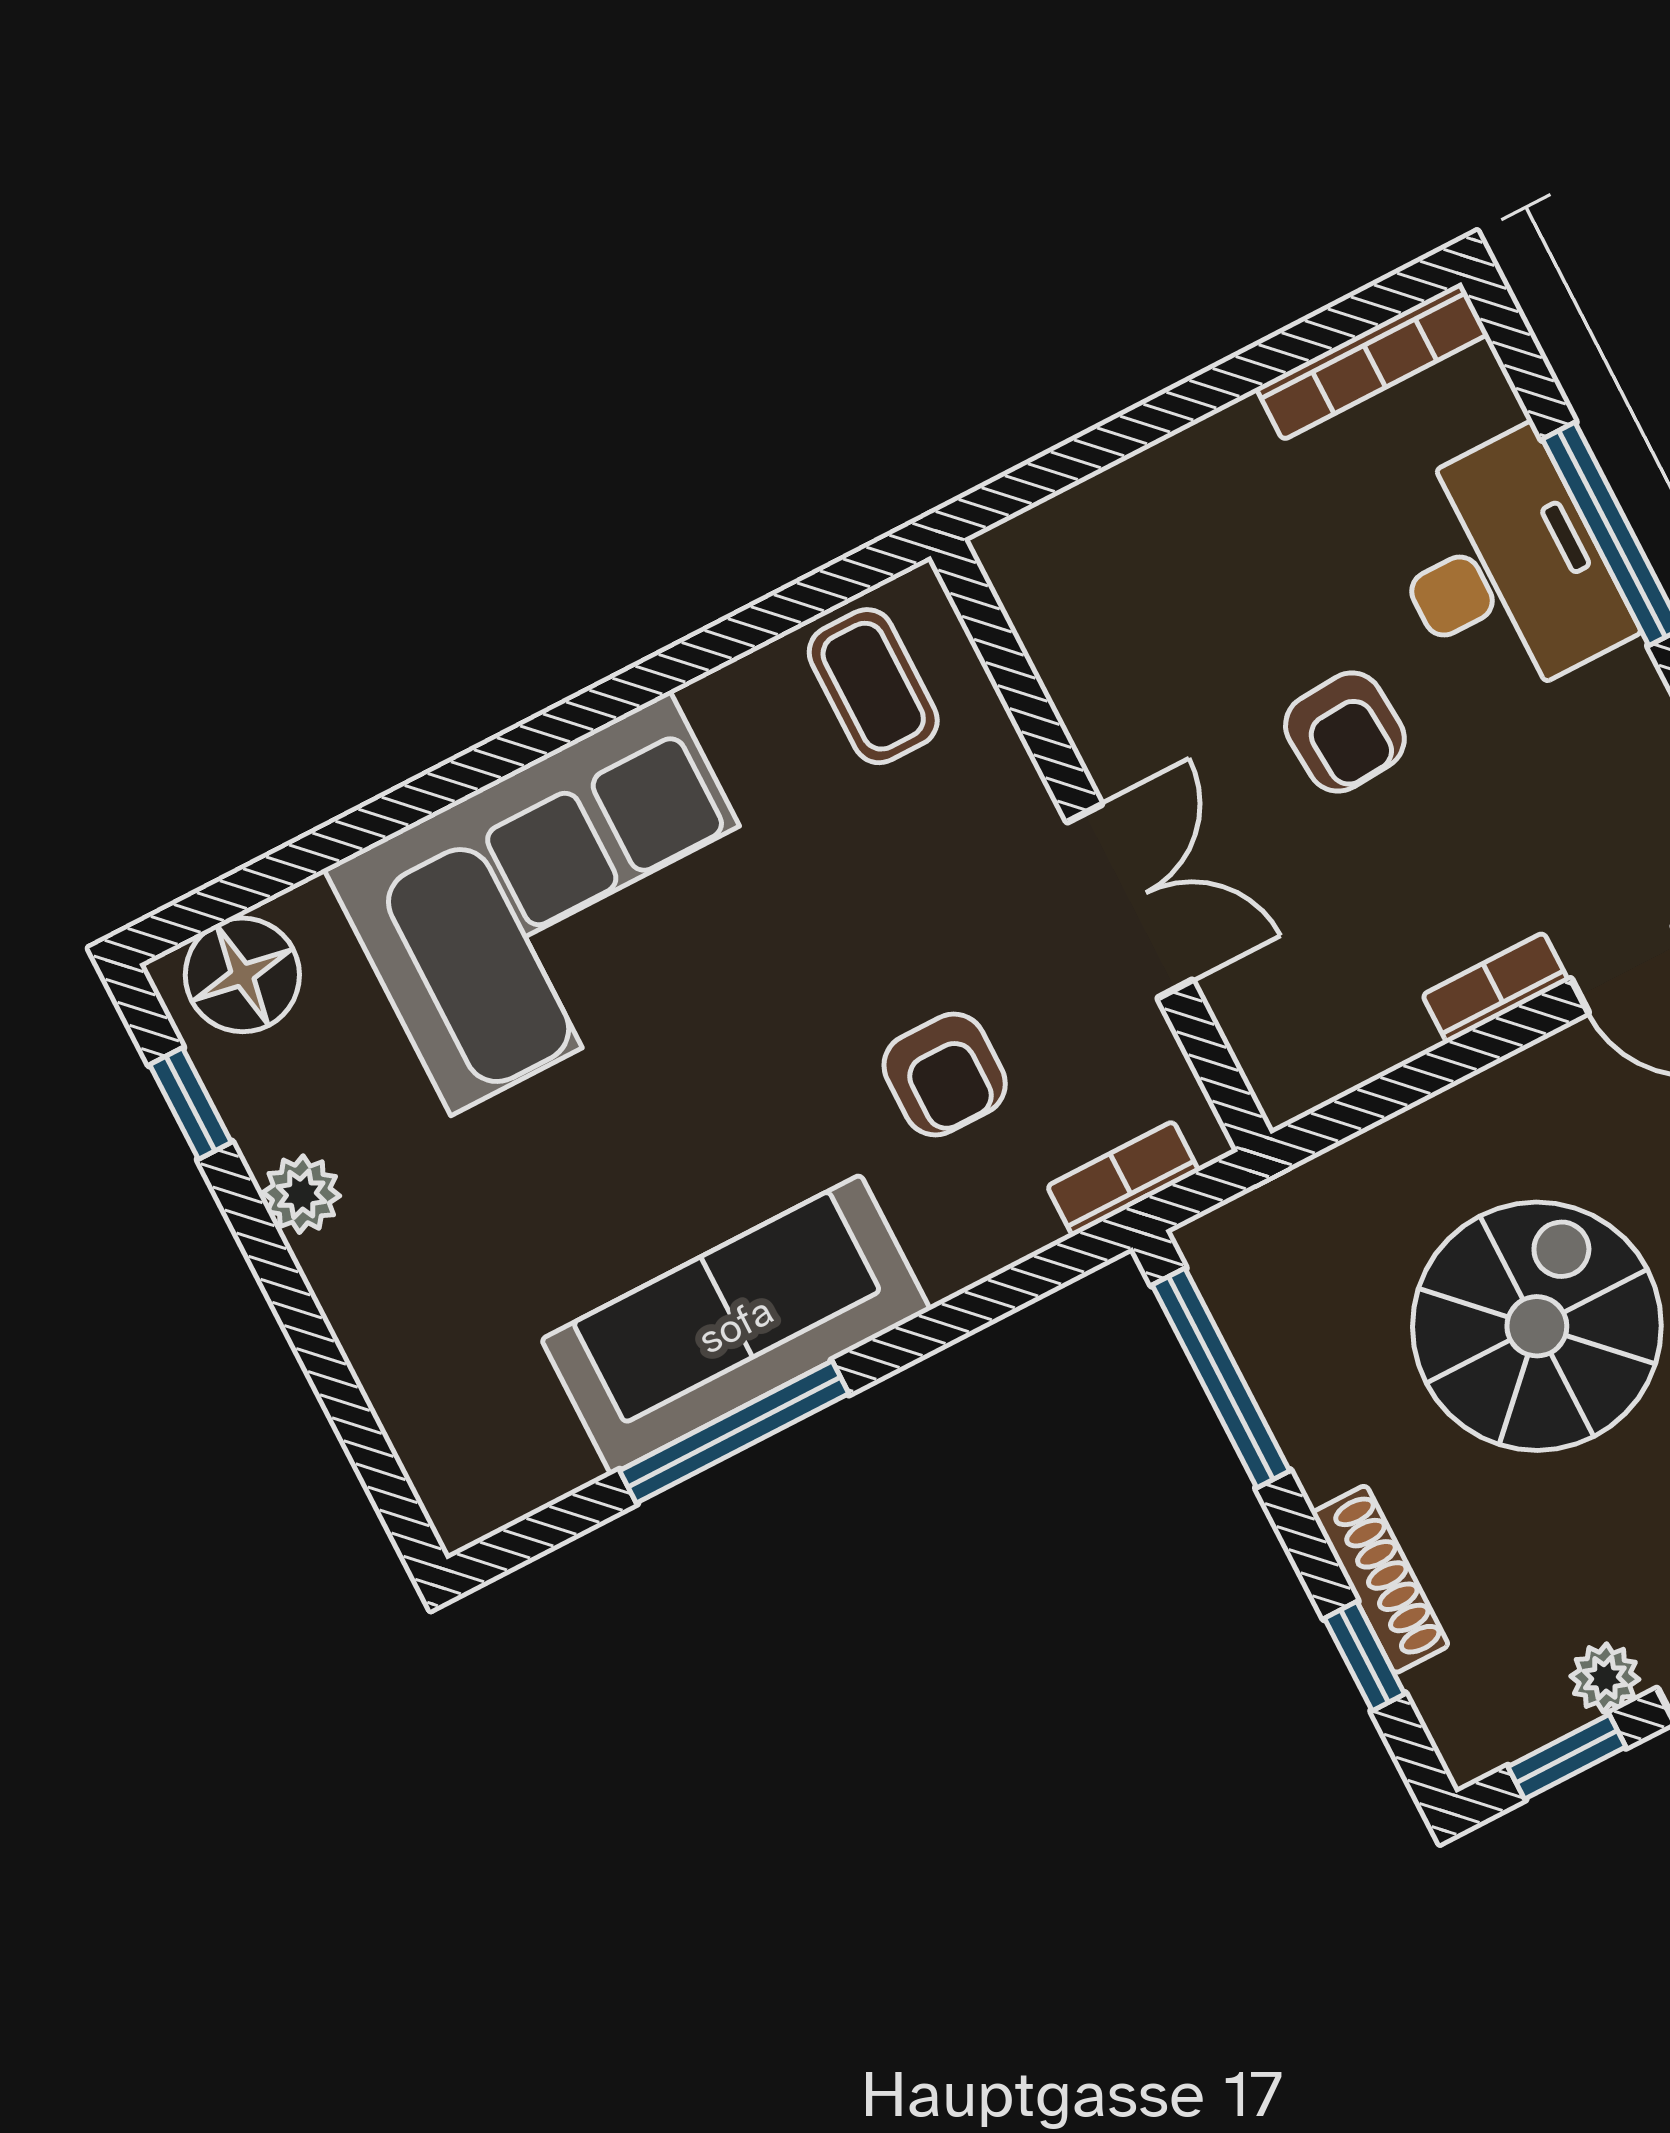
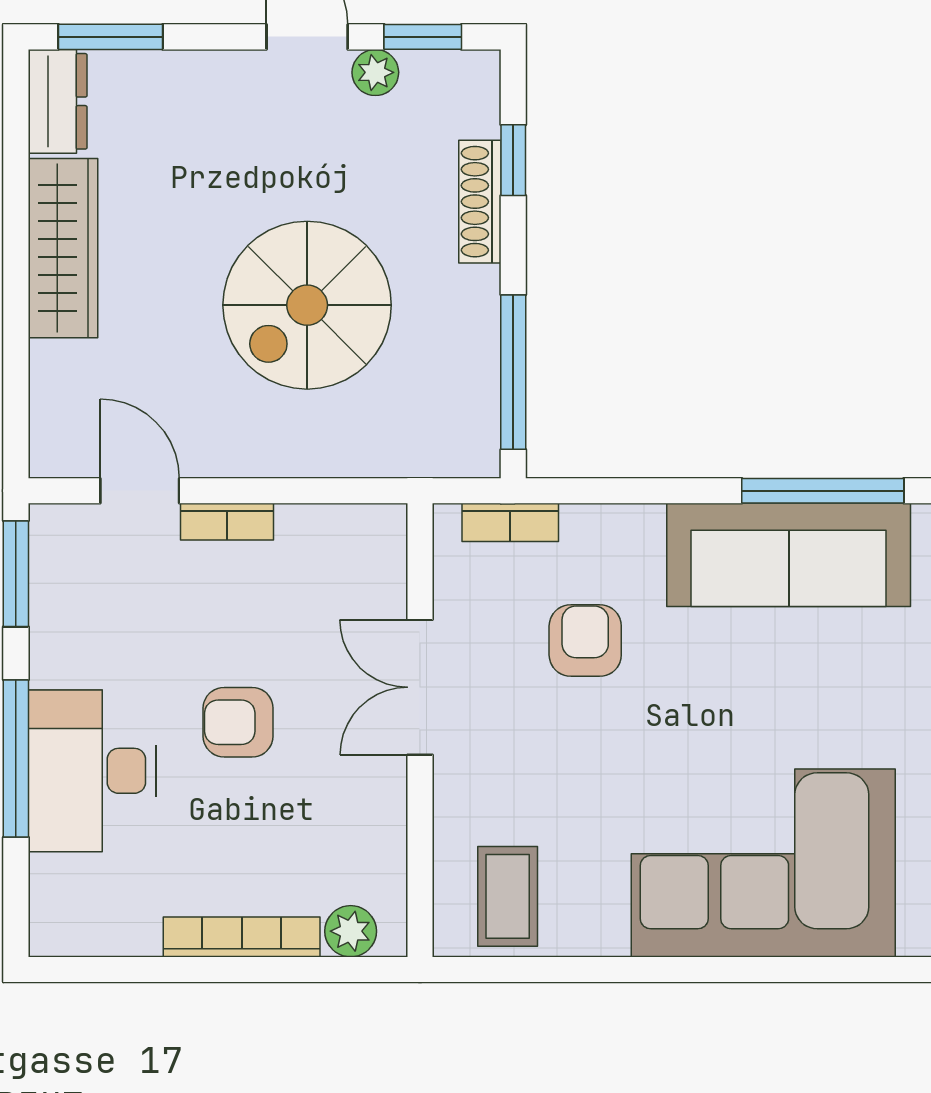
bookcase: (1372, 361) -> (242, 937), moved
plant: (1056, 534) -> (351, 931), added
armchair: (1345, 732) -> (238, 722), turned -86

